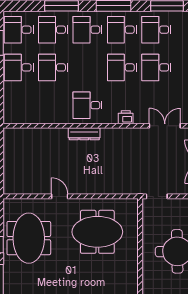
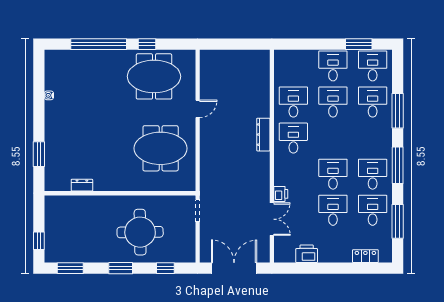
desk: (88, 30) -> (293, 102), moved
printer: (126, 117) -> (281, 194), moved
meeting table: (97, 232) -> (161, 148), turned 90

